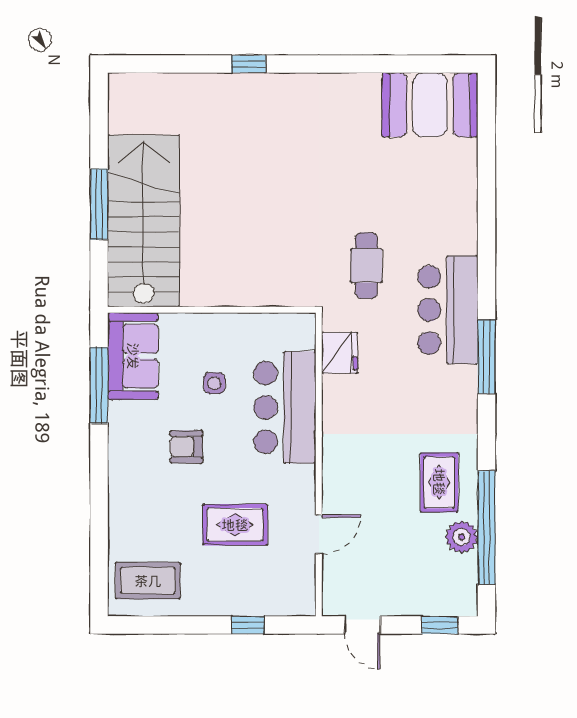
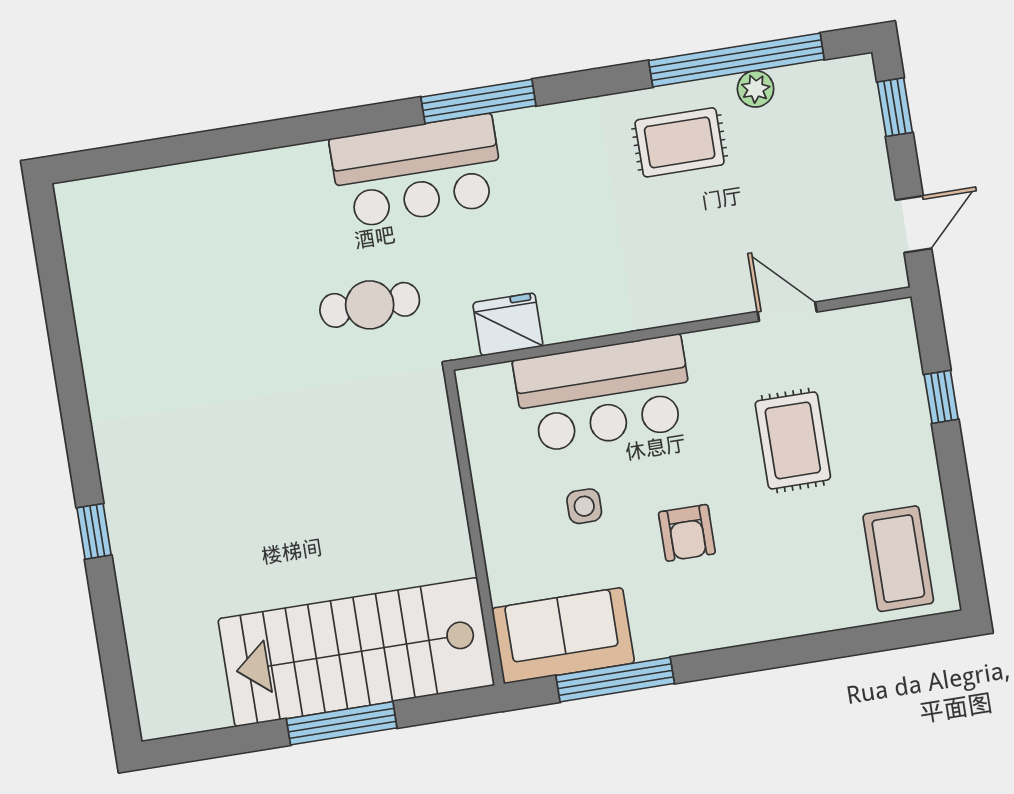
booth: (430, 105) -> (112, 248), removed
plant: (462, 537) -> (756, 89), width x0.73, depth x0.73

